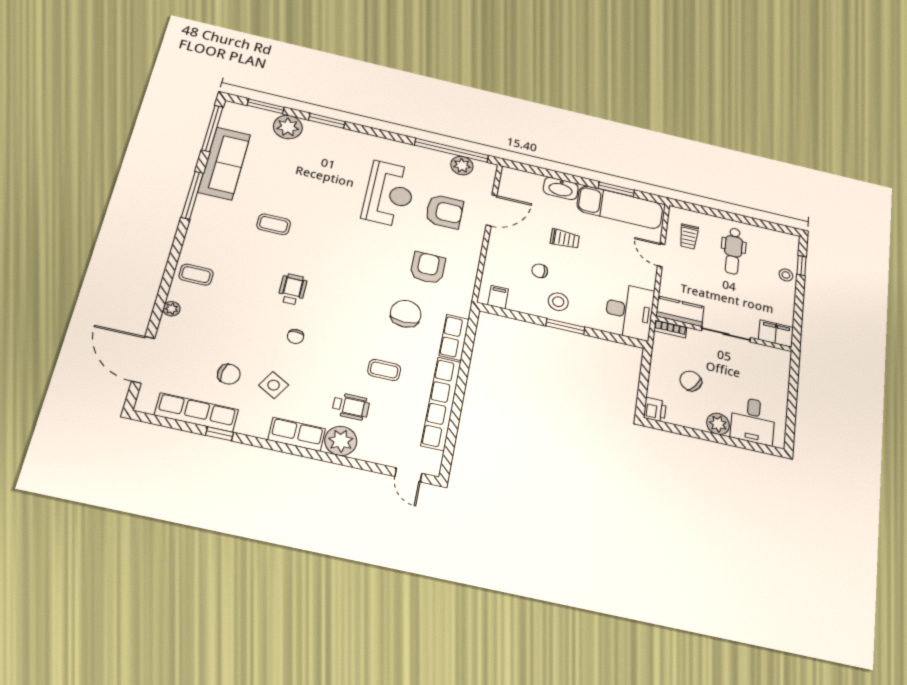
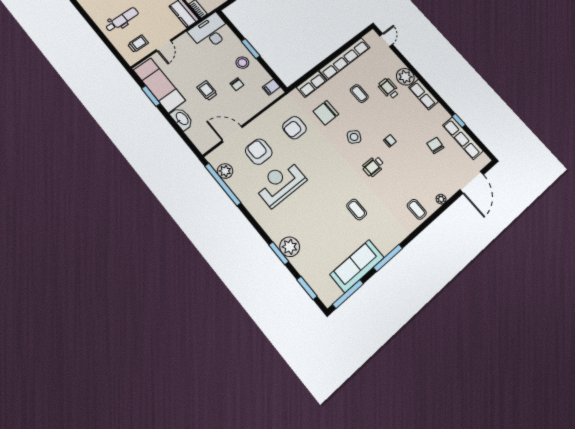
plant: (288, 127) -> (290, 247), moved
side table: (274, 385) -> (354, 137), moved

